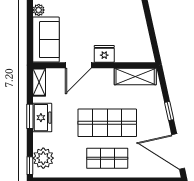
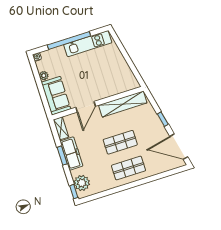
fridge: (104, 54) -> (102, 92), removed
shelving: (135, 76) -> (123, 104), width x1.47
freezer: (42, 118) -> (71, 154), width x1.40
shop shelf: (107, 123) -> (120, 142), width x0.70, depth x0.74

